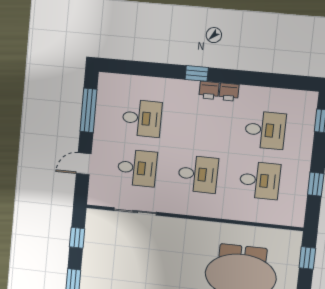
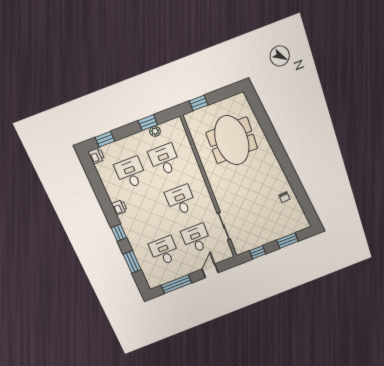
window: (149, 69) -> (132, 262), added
printer: (209, 90) -> (96, 156), moved
door: (84, 164) -> (210, 271), swing flipped
plant: (301, 187) -> (155, 131), added

